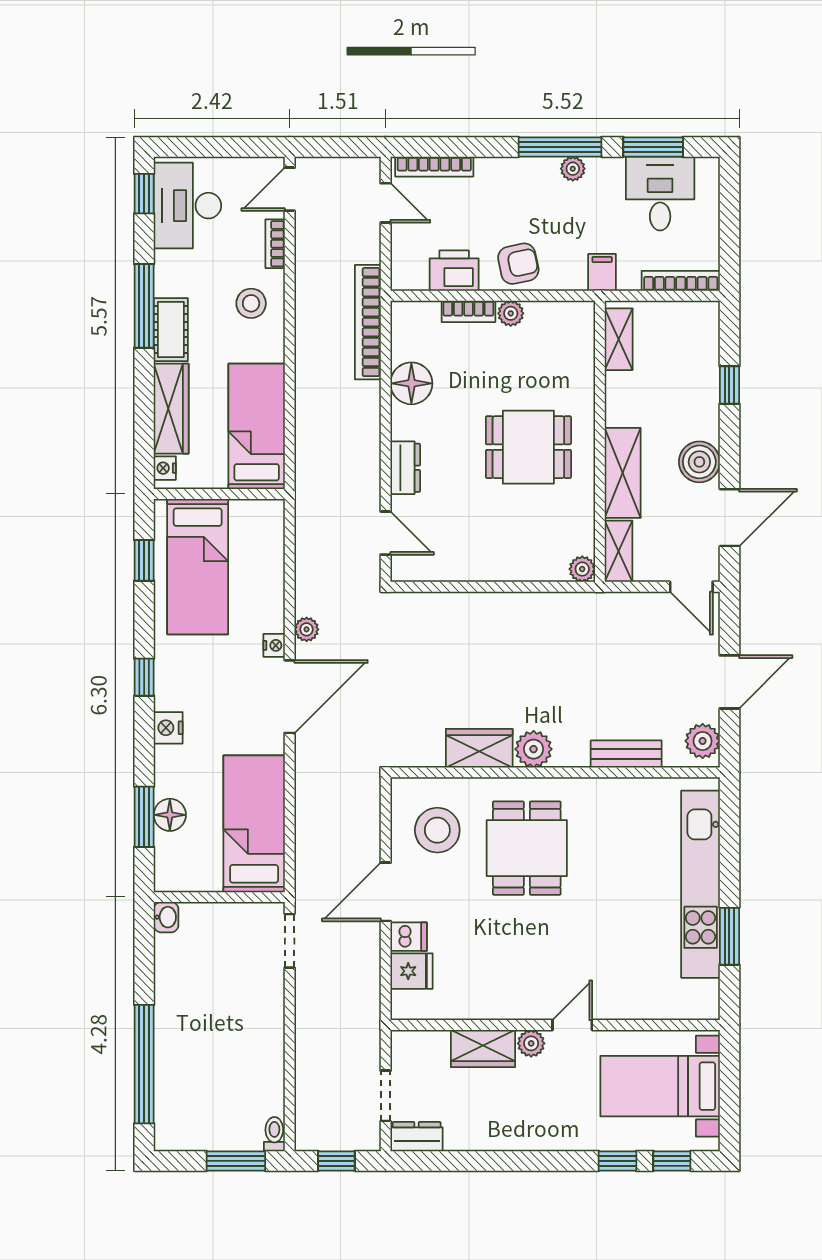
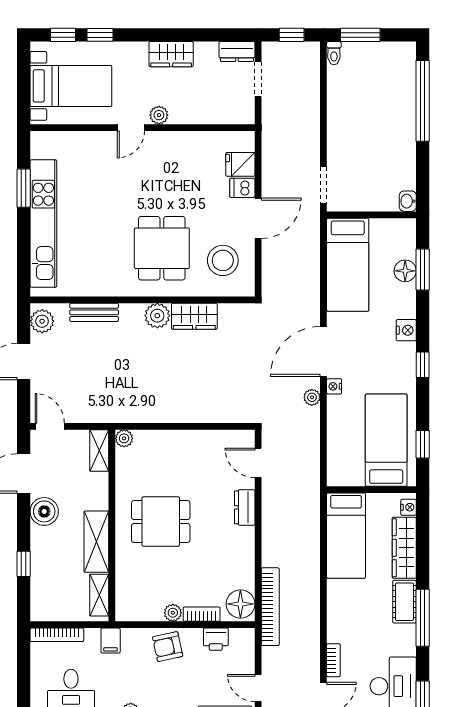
printer: (454, 271) -> (216, 639), width x0.73, depth x0.81
stool: (251, 303) -> (350, 620), removed
floor lamp: (411, 383) -> (240, 604), moved
shelving: (623, 473) -> (96, 542), moved
wardrobe: (483, 1048) -> (171, 54), moved, turned 180

